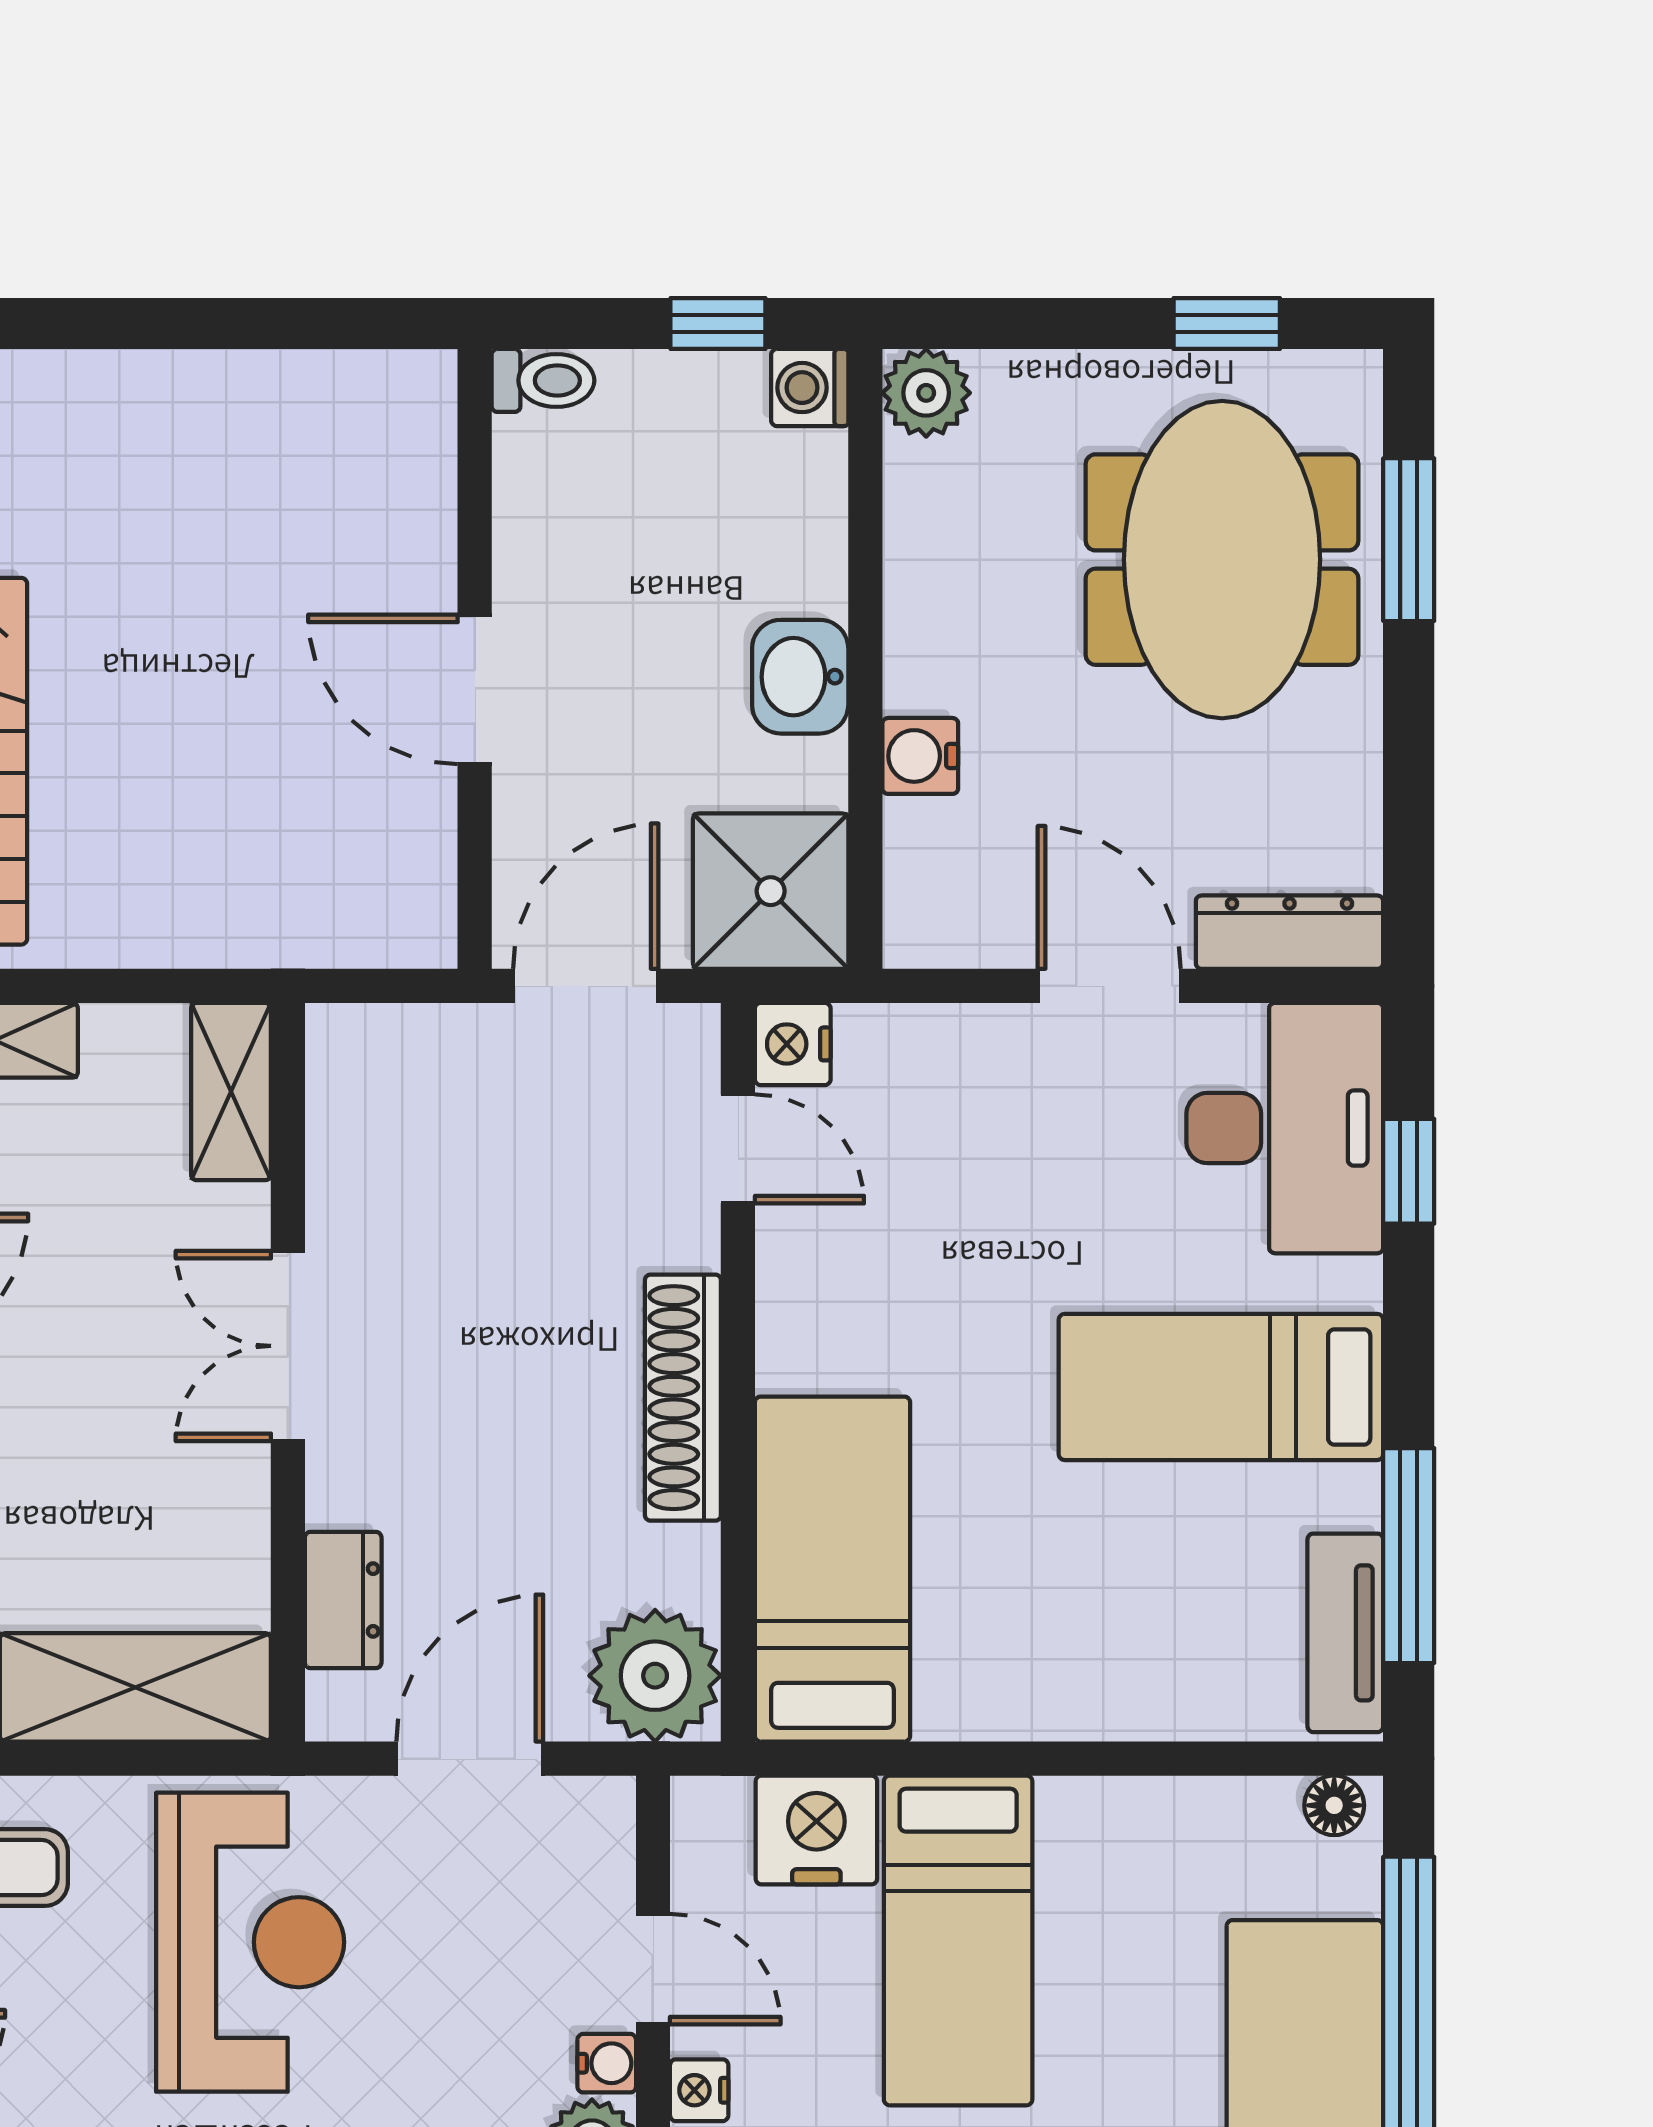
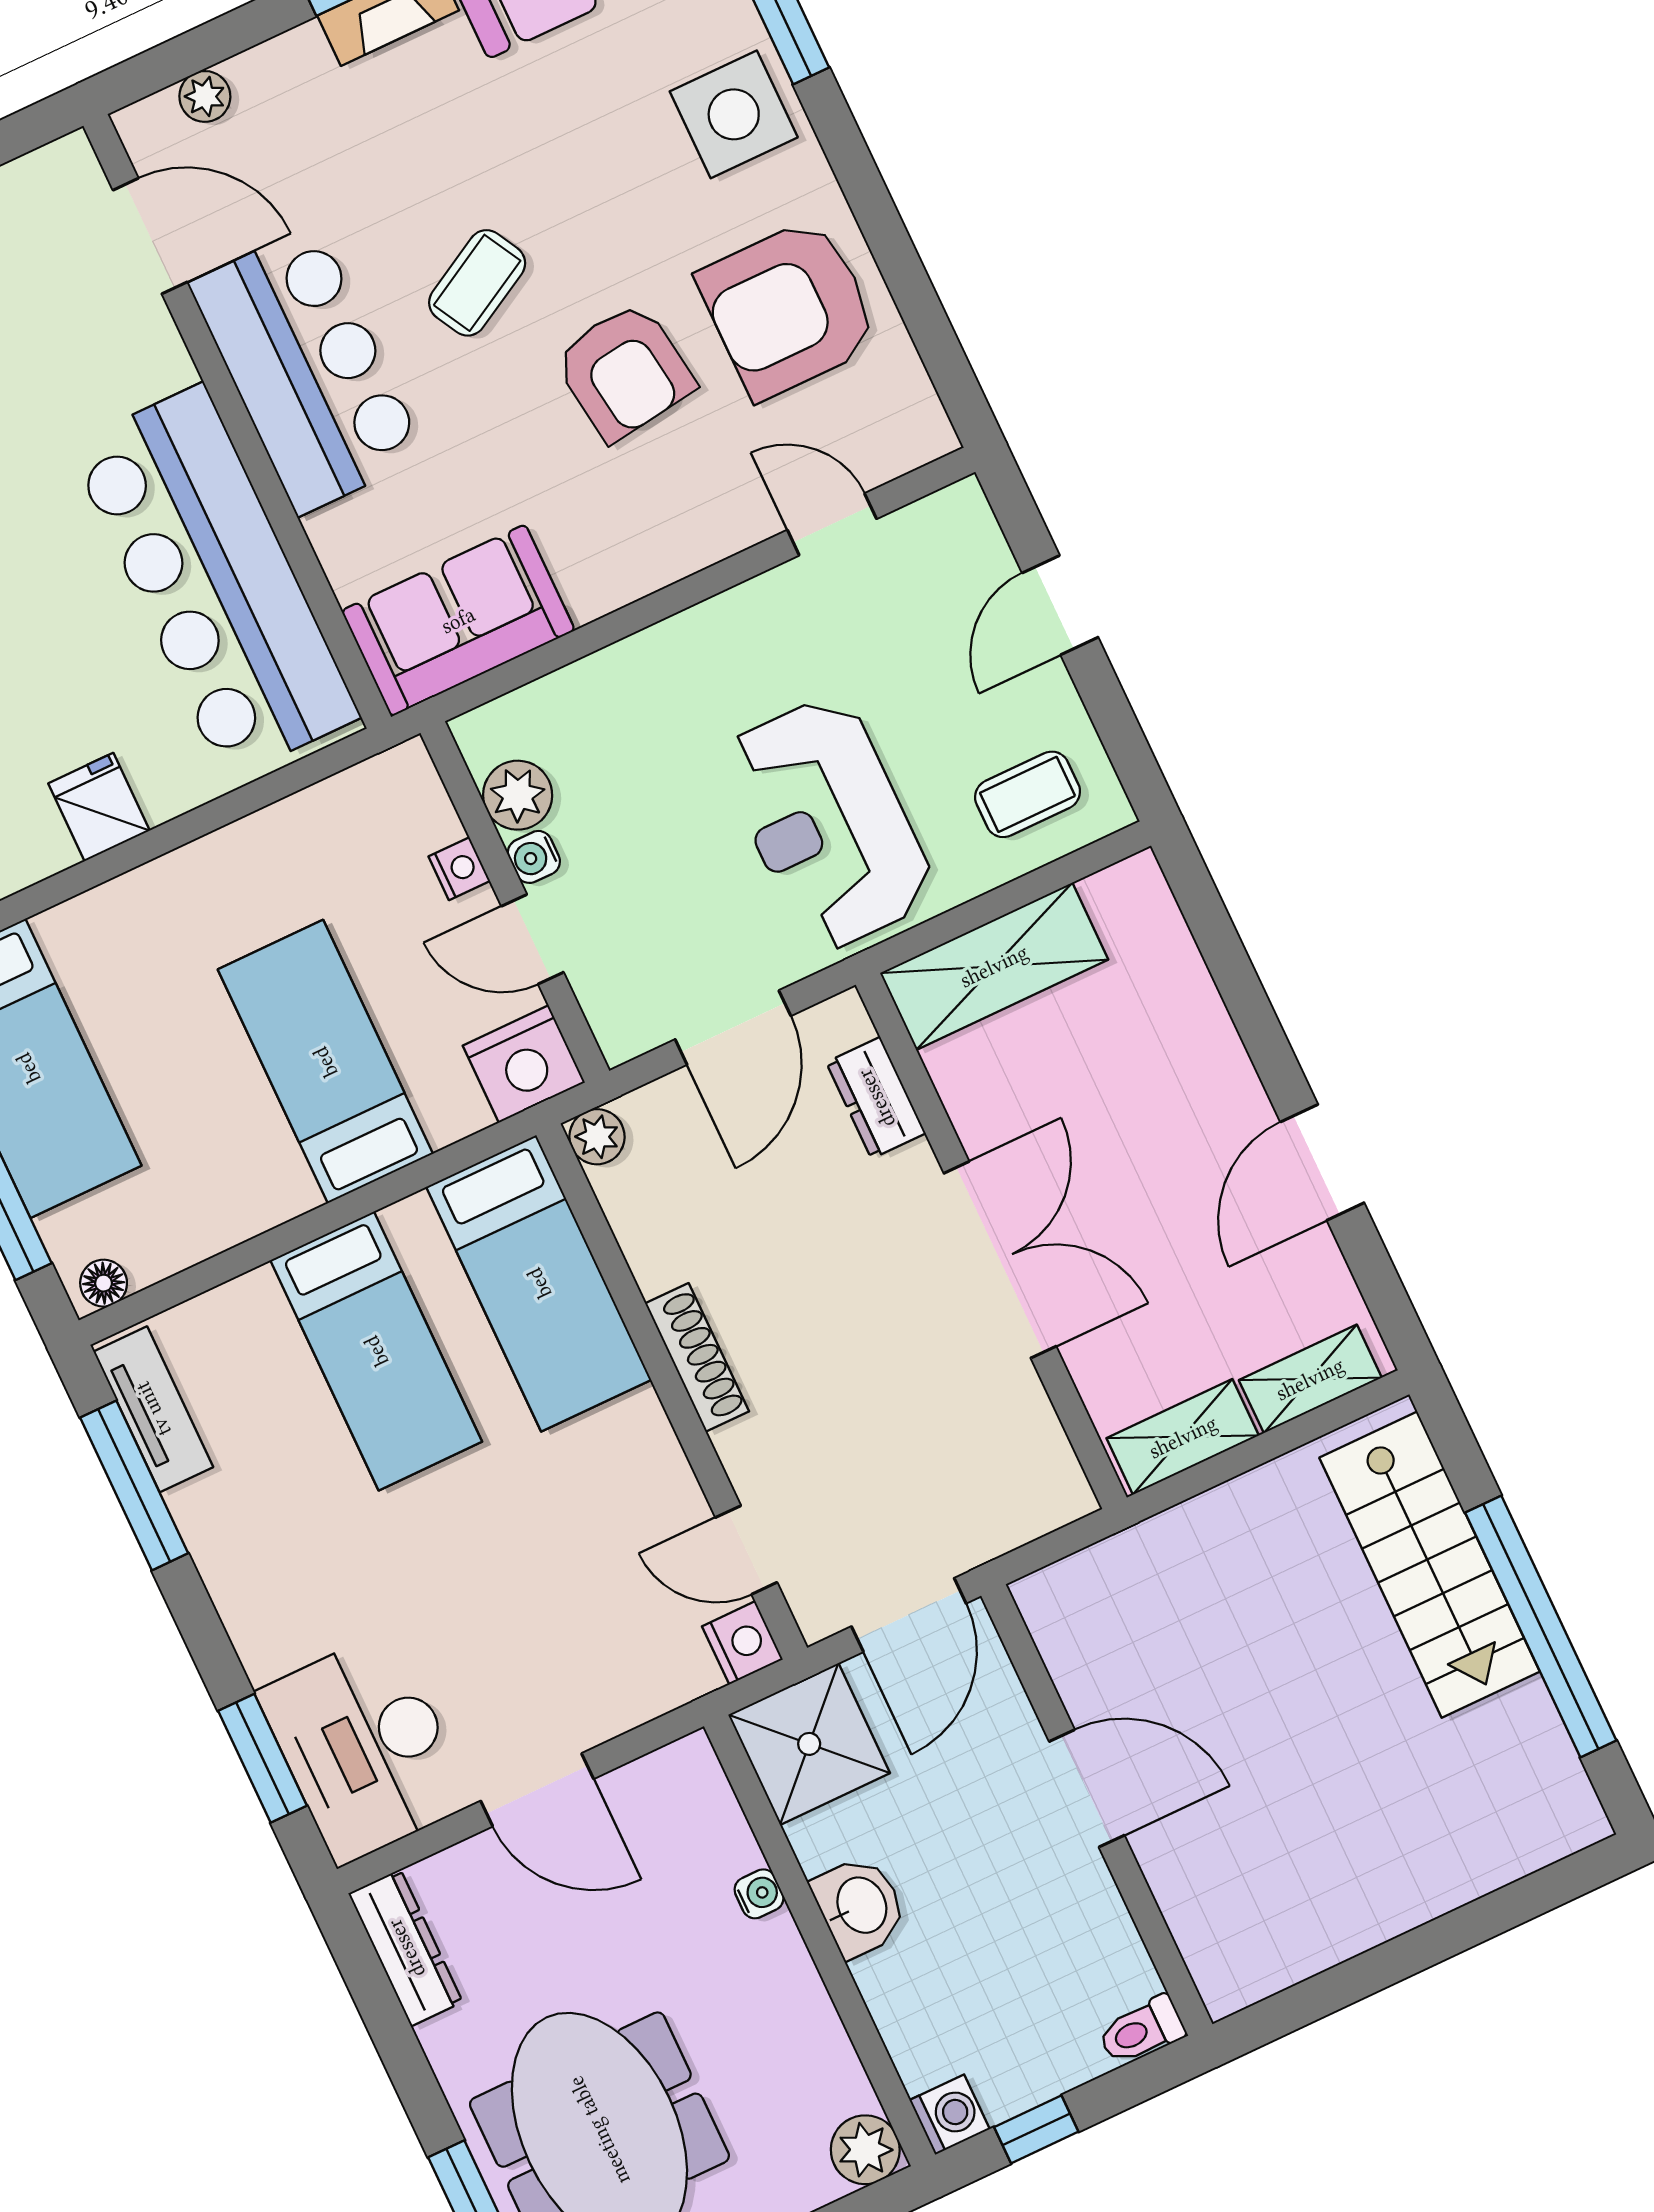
water cooler: (920, 756) -> (759, 1894), width x0.72, depth x0.72
dresser: (1290, 932) -> (406, 1948), moved, turned -90
shelving: (231, 1092) -> (1183, 1437), moved, turned 90
window: (1409, 1171) -> (262, 1758), width x1.50
double door: (288, 1346) -> (1000, 1260), width x1.37
bed: (1221, 1387) -> (376, 1351), moved, turned 90
shoe rack: (683, 1398) -> (697, 1357), width x0.74, depth x0.81
plant: (655, 1676) -> (597, 1137), width x0.53, depth x0.53
nightstand: (816, 1830) -> (524, 1064), moved

